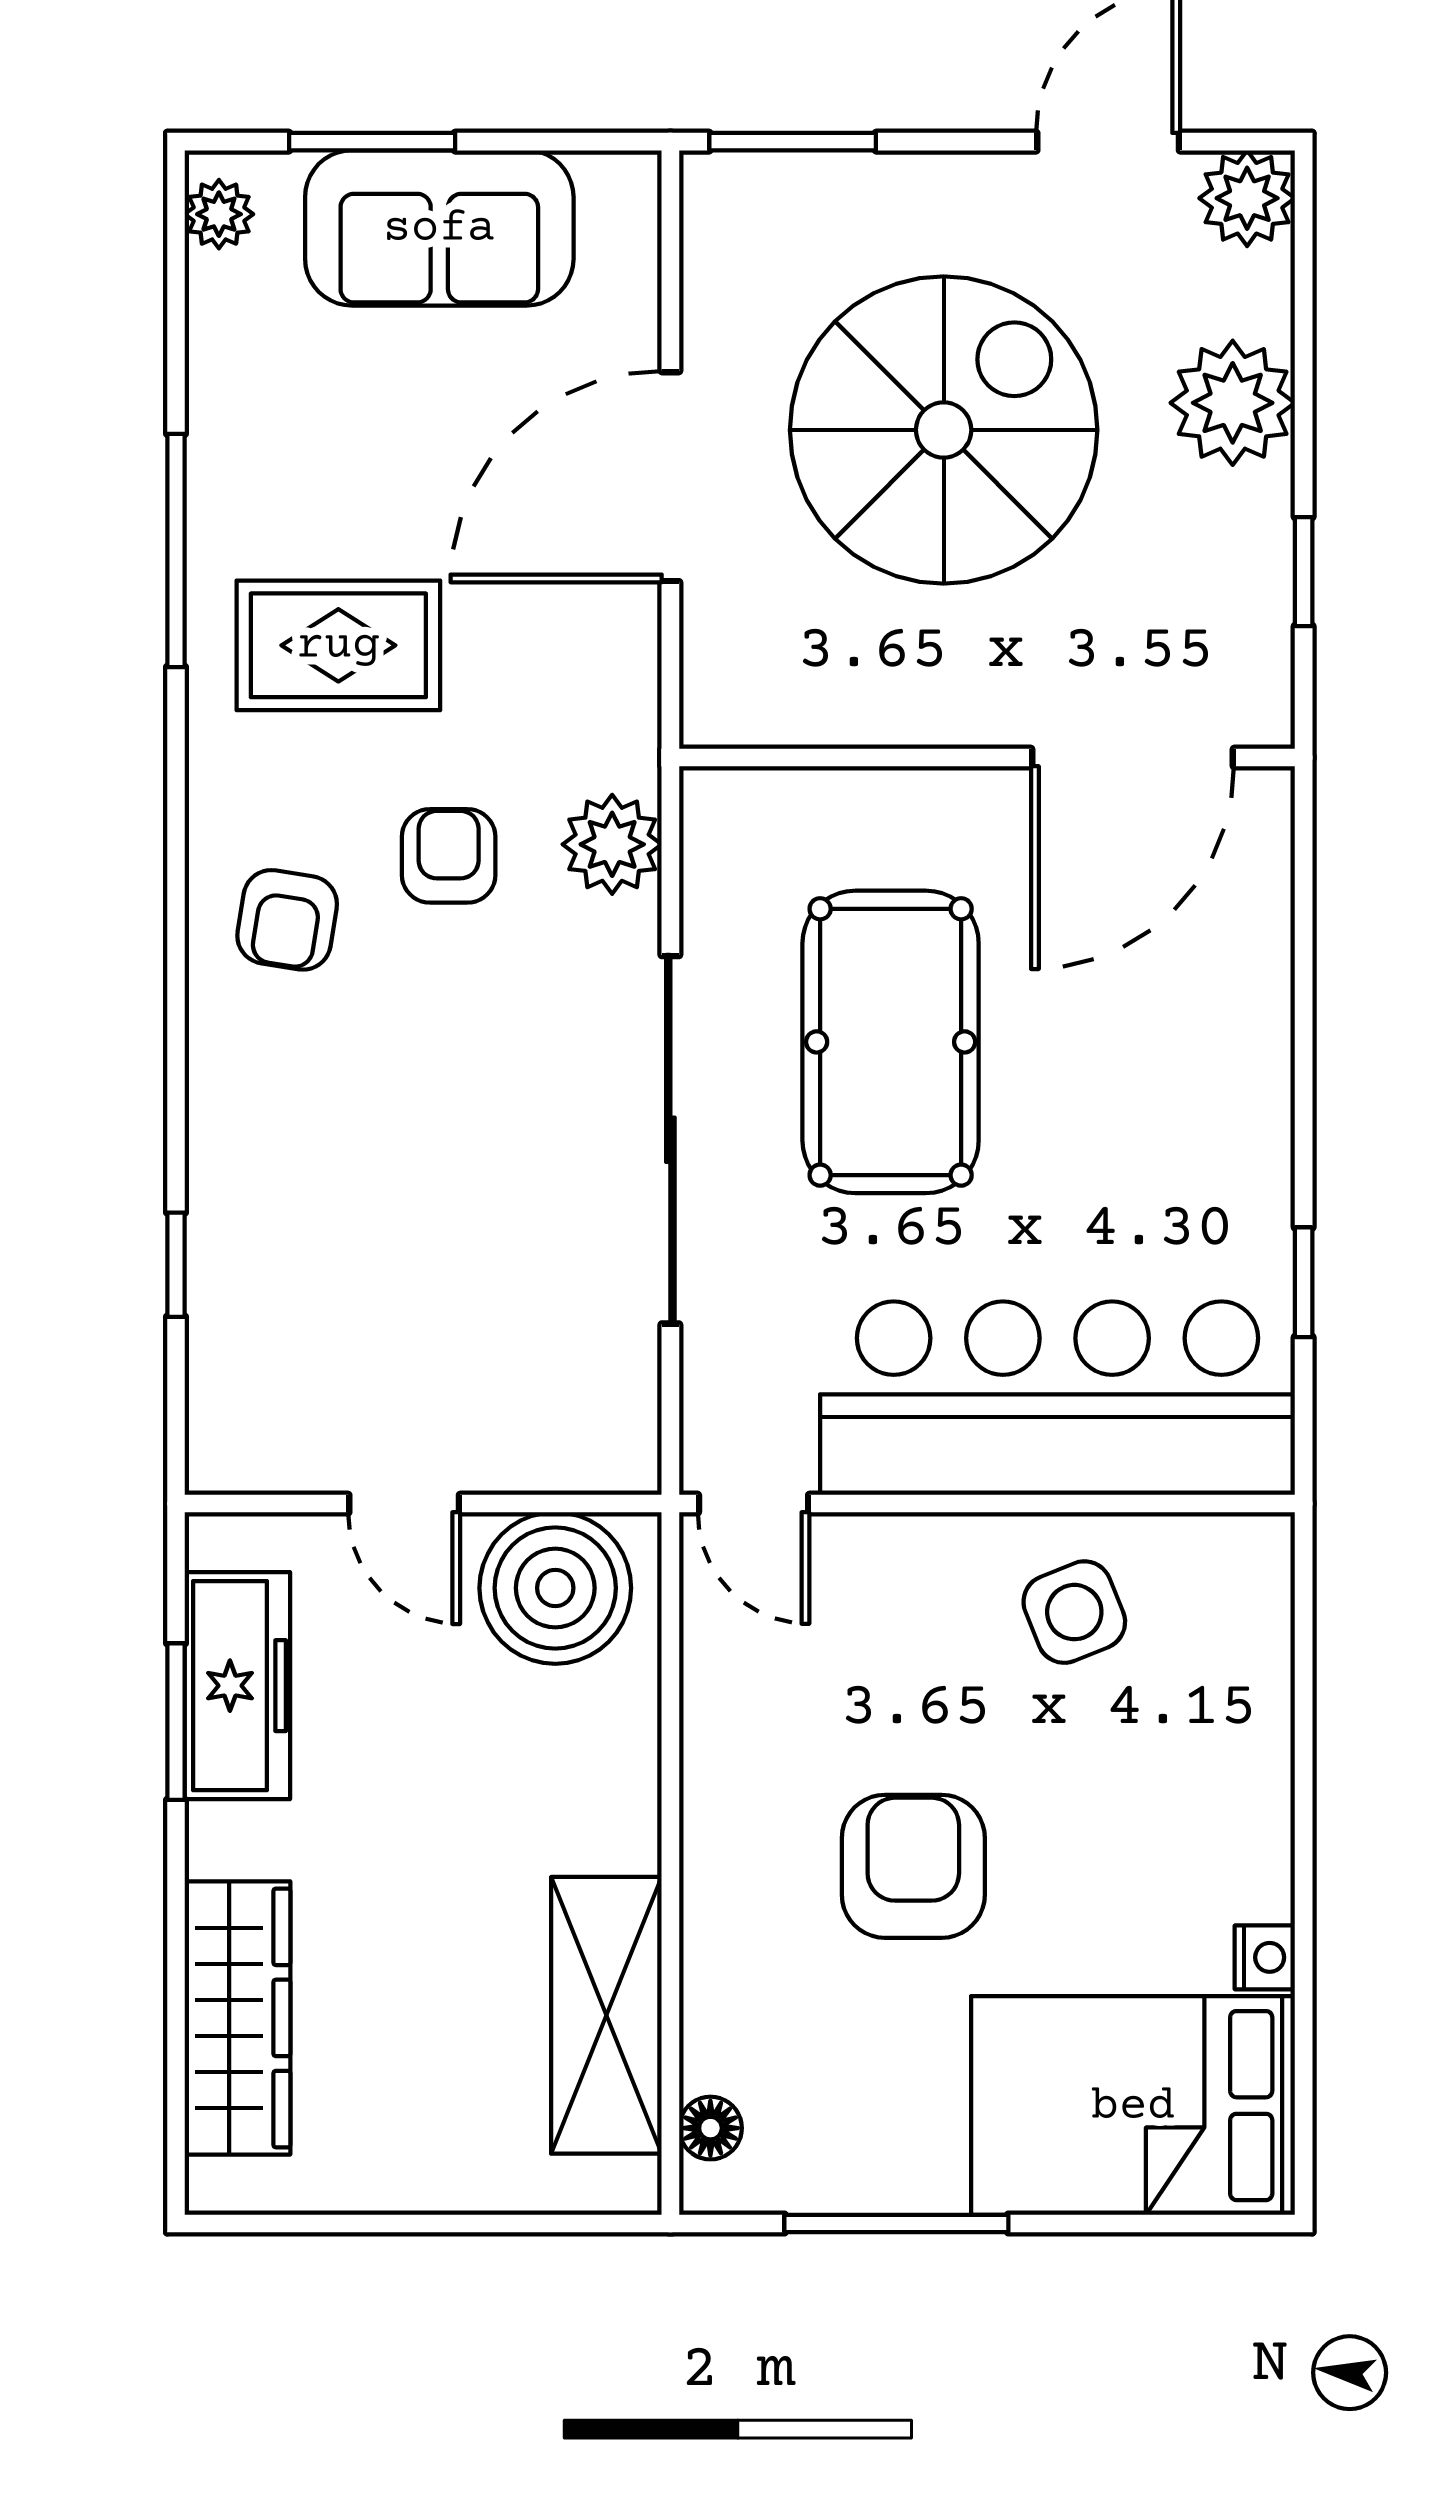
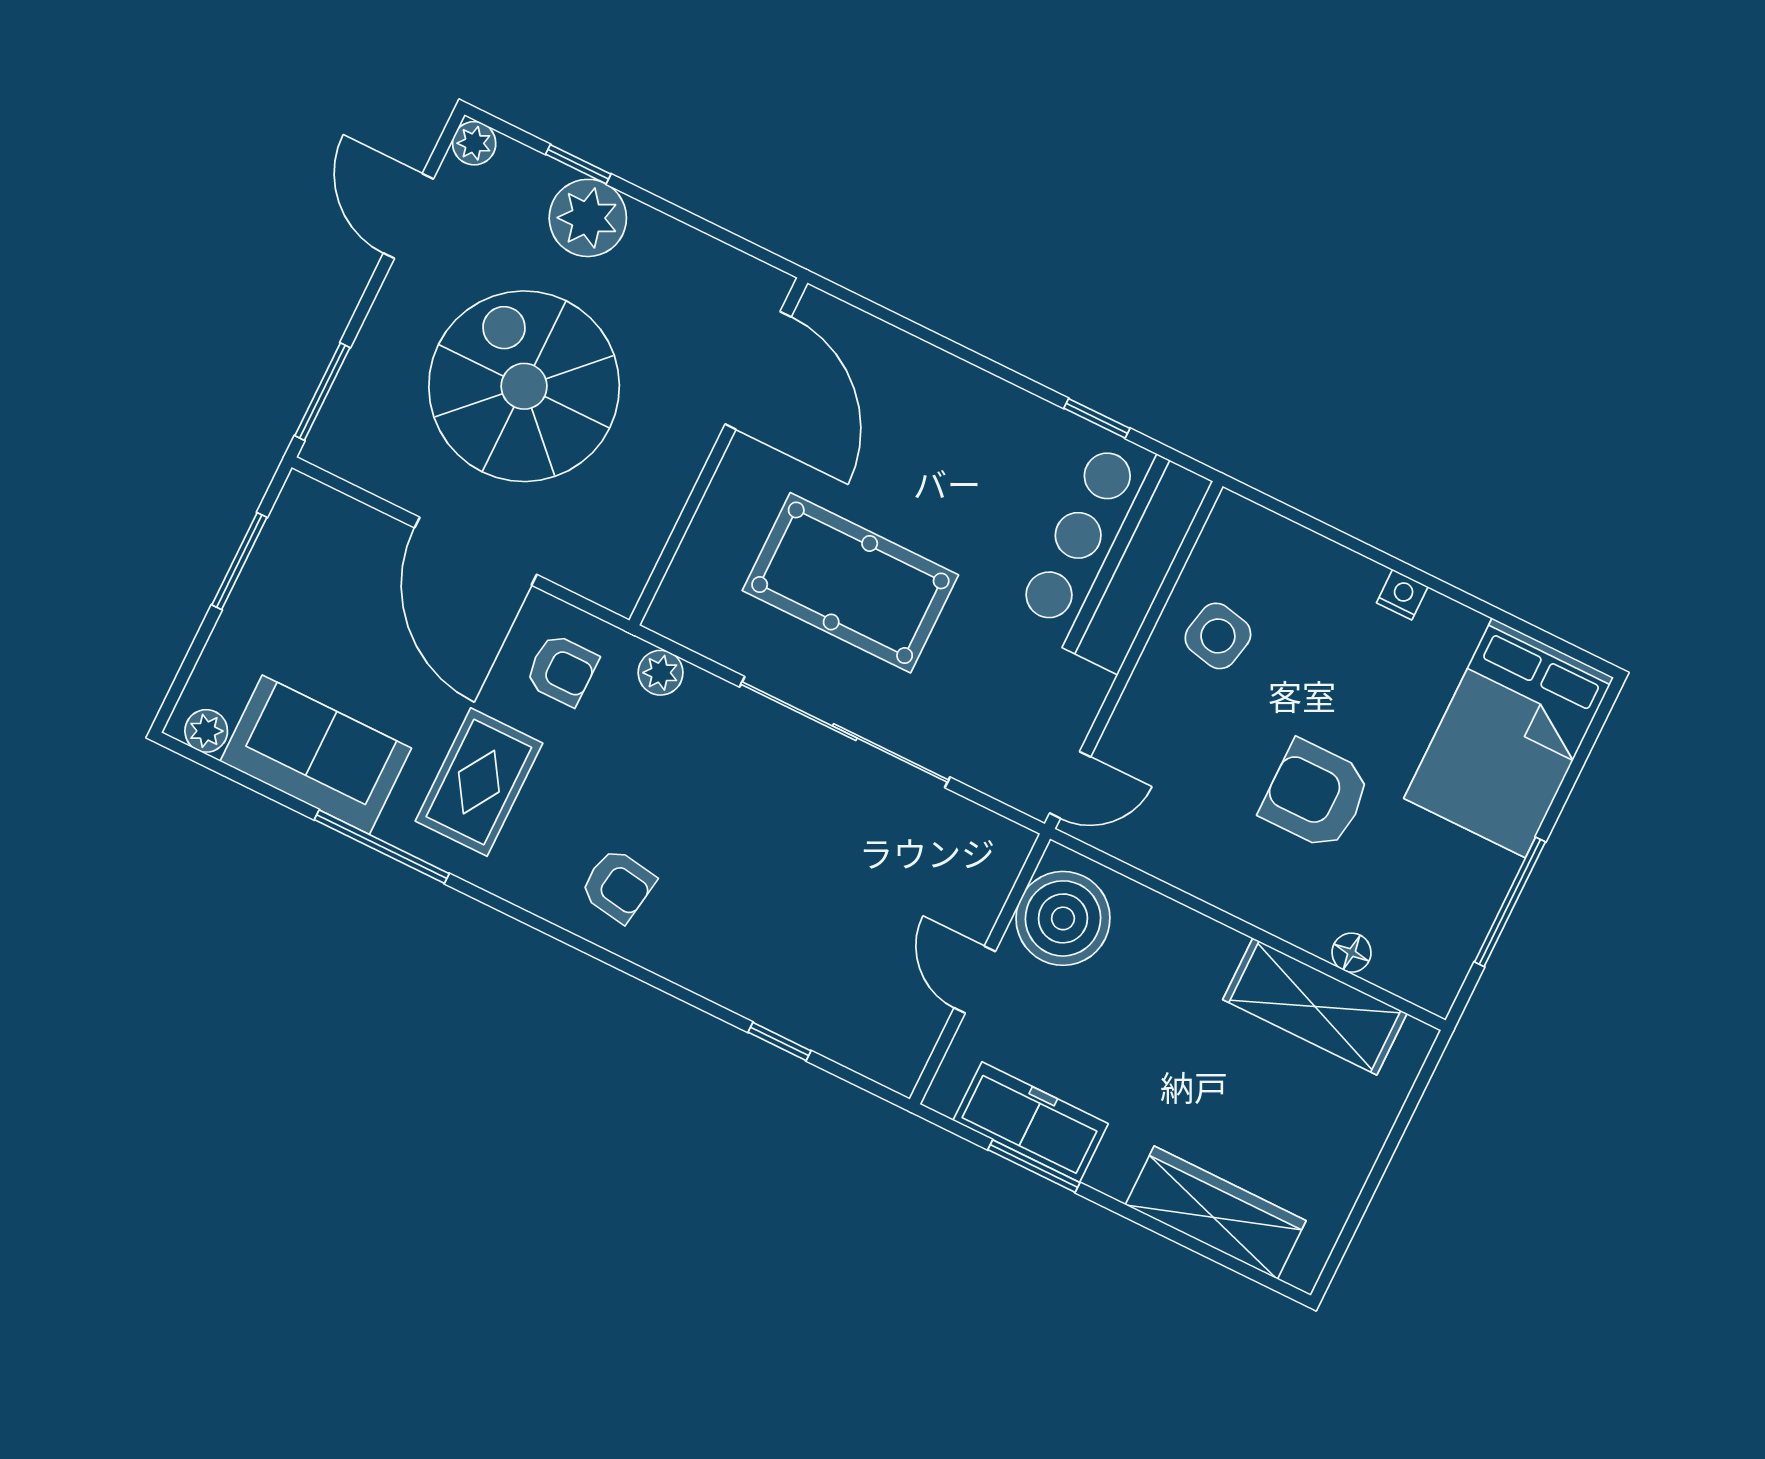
window: (372, 142) -> (239, 561), moved
plant: (1247, 198) -> (474, 143), width x0.73, depth x0.73
sofa: (439, 228) -> (316, 755), moved, turned -90
window: (1304, 572) -> (578, 164), moved
plant: (612, 844) -> (661, 673), width x0.73, depth x0.73
armchair: (449, 856) -> (562, 670), moved, turned 180
bar counter: (1058, 1398) -> (1112, 552), width x0.73
door: (404, 1504) -> (975, 980), swing flipped
side table: (1074, 1612) -> (1218, 636), turned 34
nightstand: (1265, 1957) -> (1402, 595), moved
floor lamp: (710, 2128) -> (1351, 953), moved

